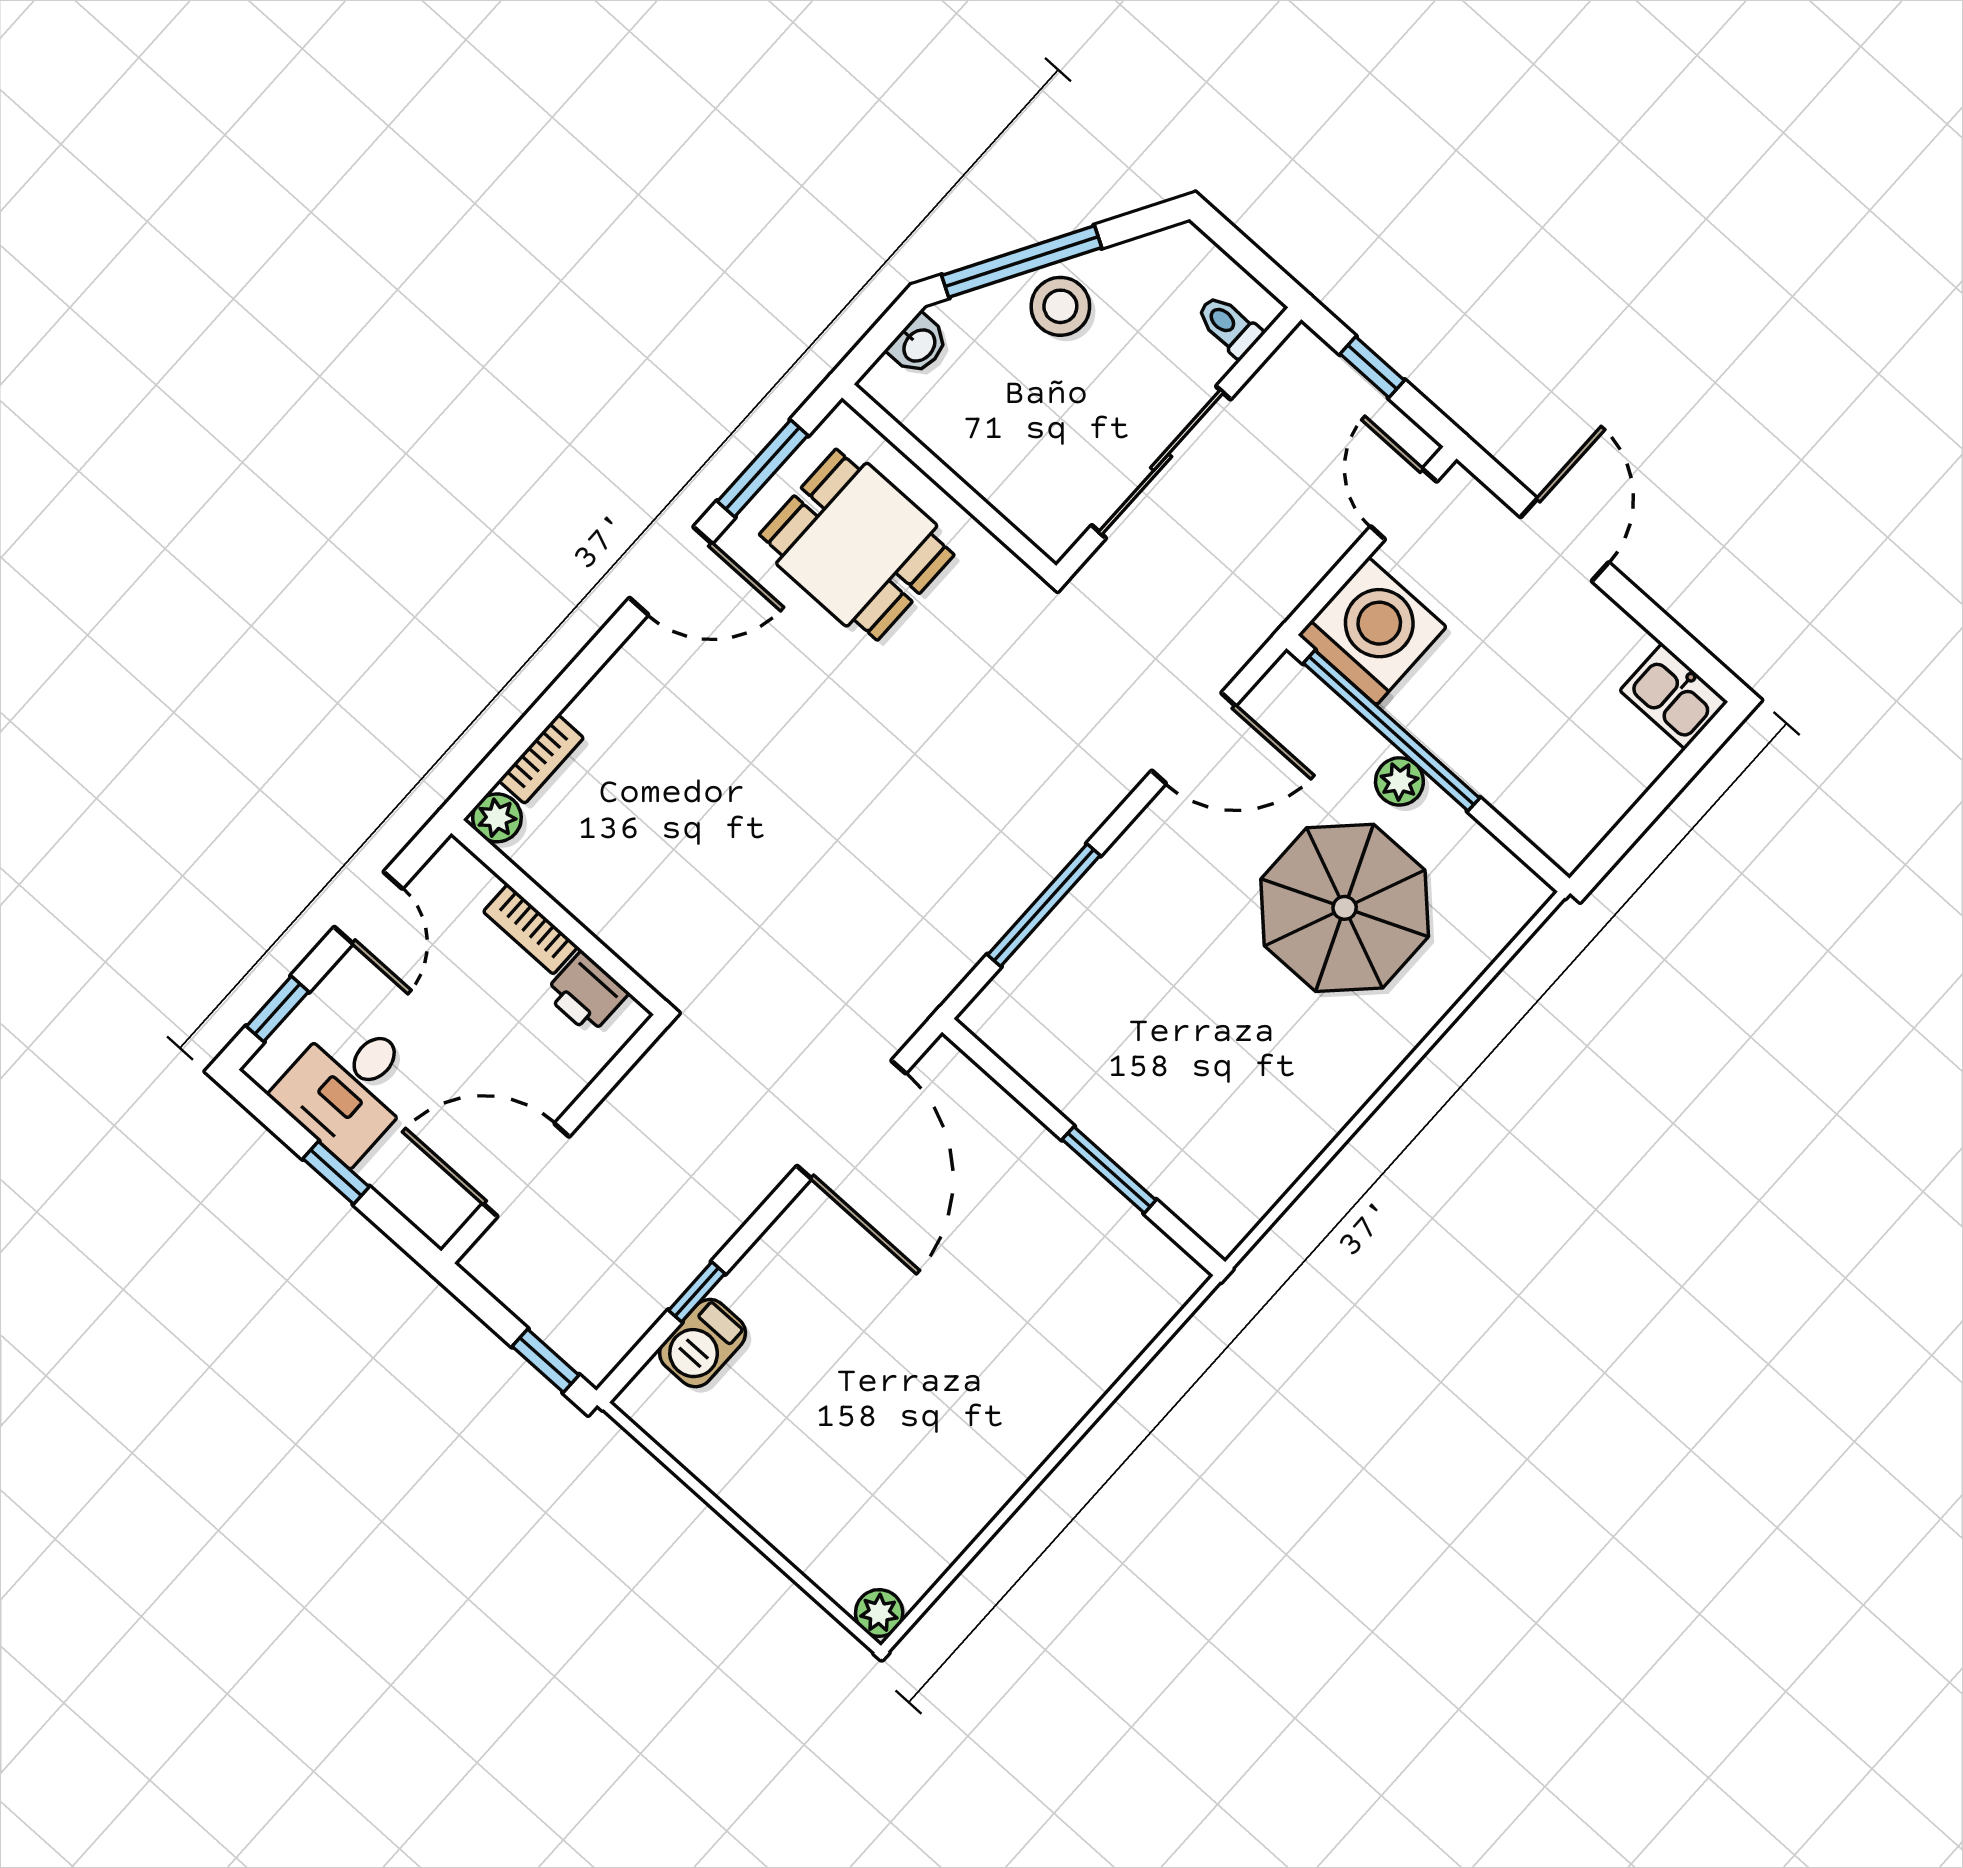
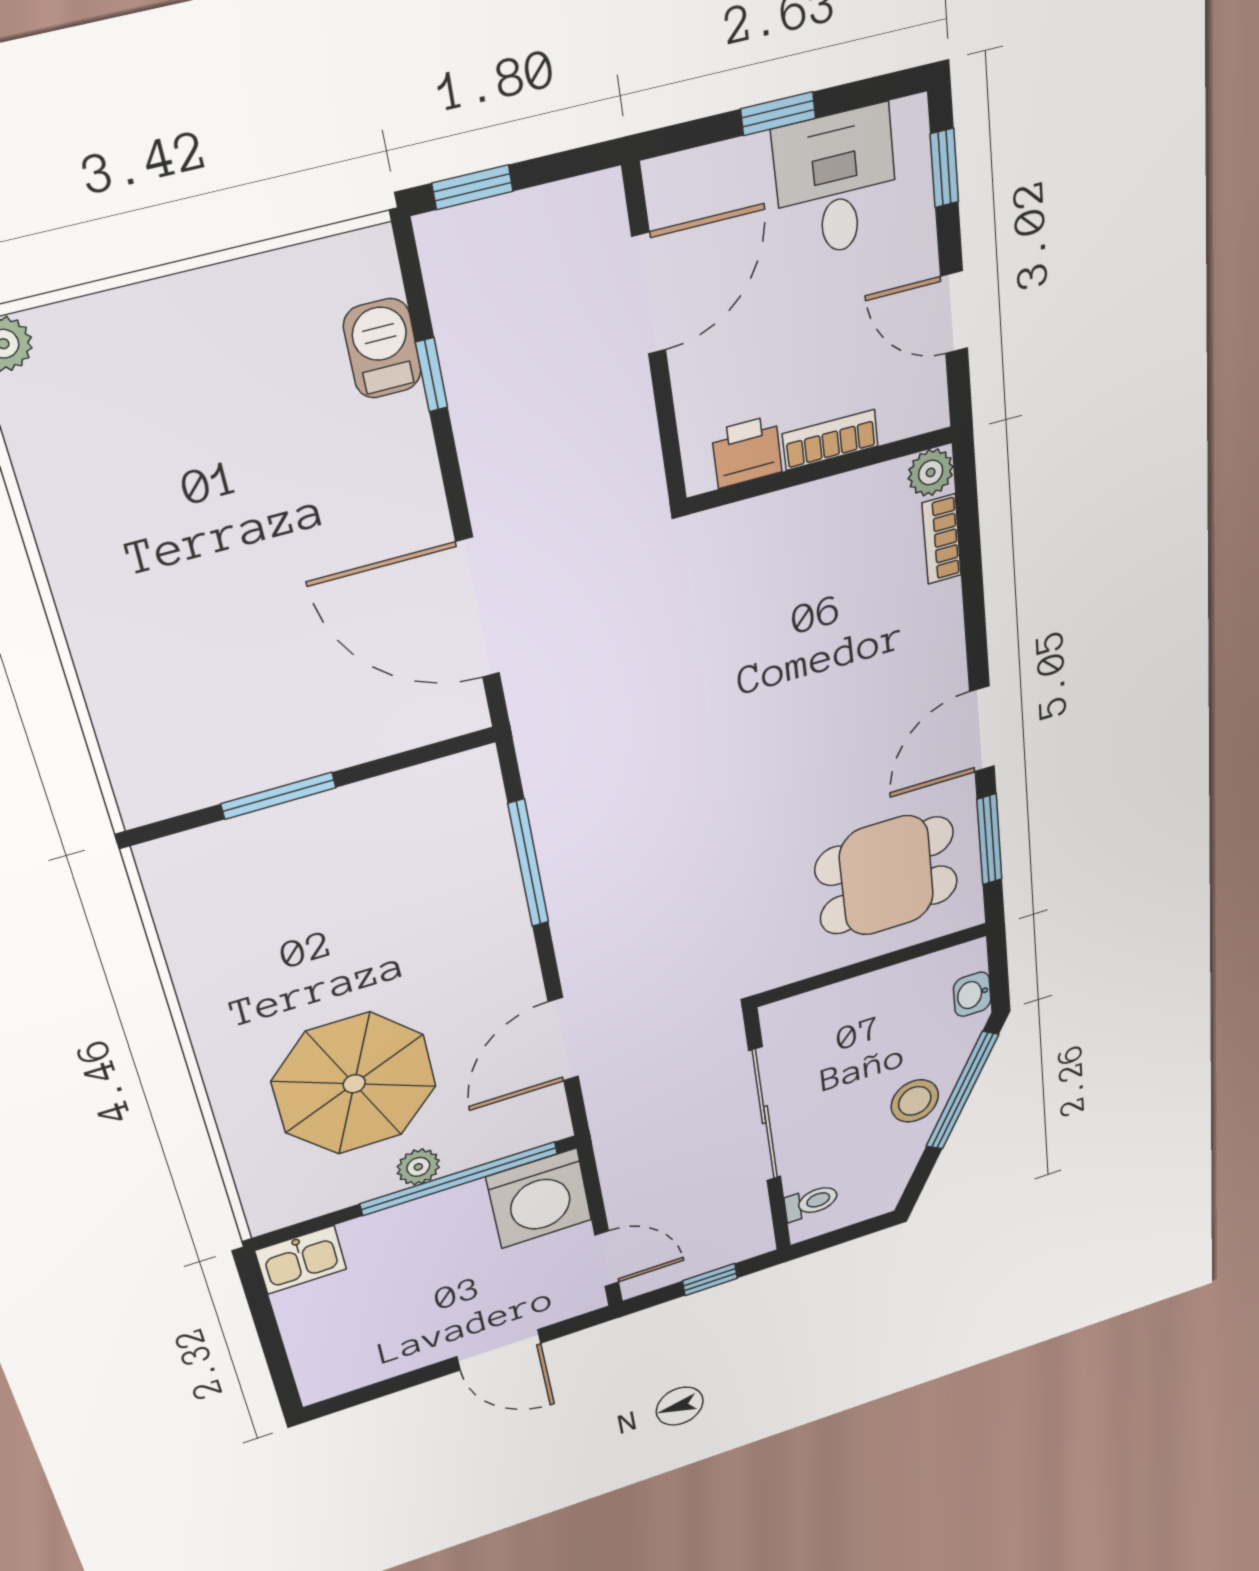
kitchen sink: (1674, 696) -> (301, 1260), moved, turned 180

